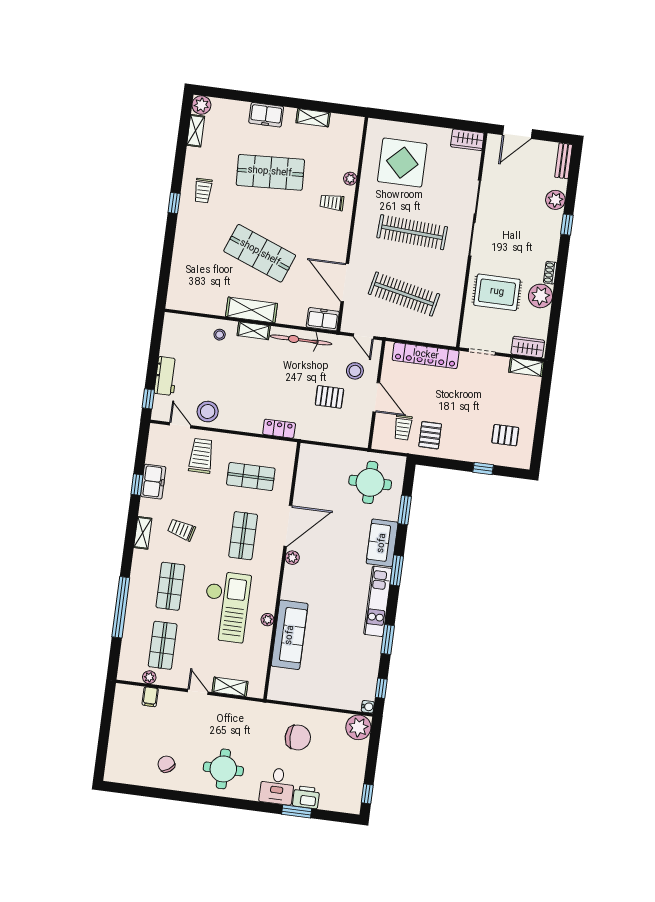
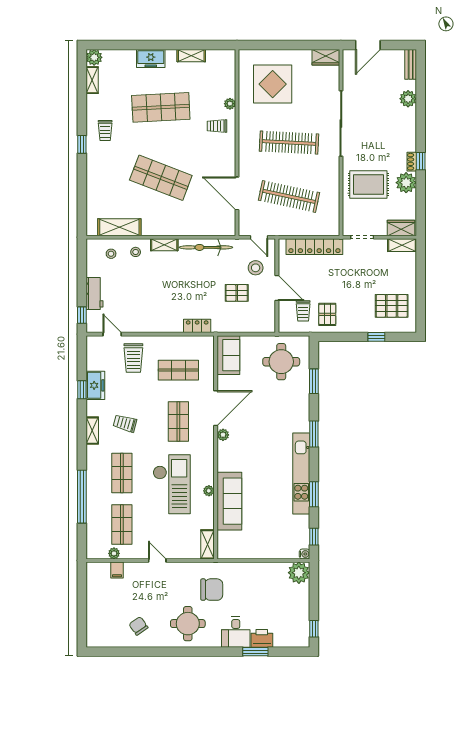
window: (567, 225) -> (421, 161), moved
shelving: (252, 310) -> (119, 227), moved
freezer: (323, 319) -> (222, 227), removed
stool: (208, 412) -> (111, 254), moved, width x0.53, depth x0.53
pallet: (505, 435) -> (392, 306), width x1.50, depth x1.42
trolley: (201, 456) -> (133, 358), turned 180
sofa: (382, 543) -> (228, 355), moved, turned 180
kitchen unit: (378, 601) -> (301, 473), width x1.36
shelving: (230, 687) -> (208, 544), moved, turned 90
chair: (298, 737) -> (212, 590), moved

